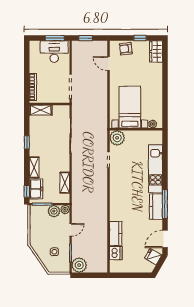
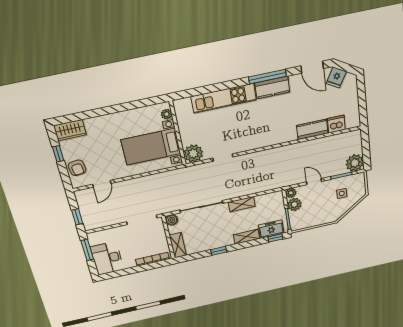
desk: (54, 52) -> (107, 258), moved
boiler: (65, 110) -> (172, 220), added
shelving: (65, 183) -> (242, 204), moved

